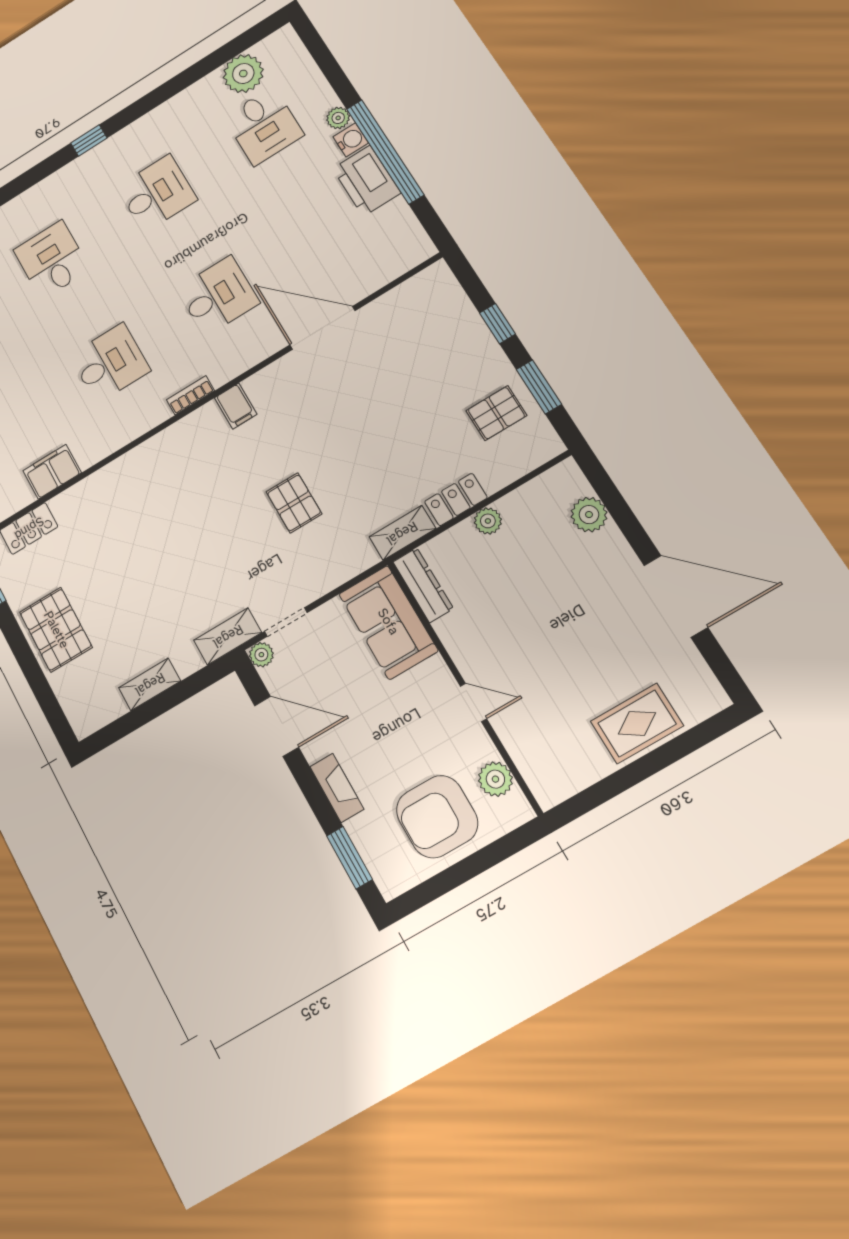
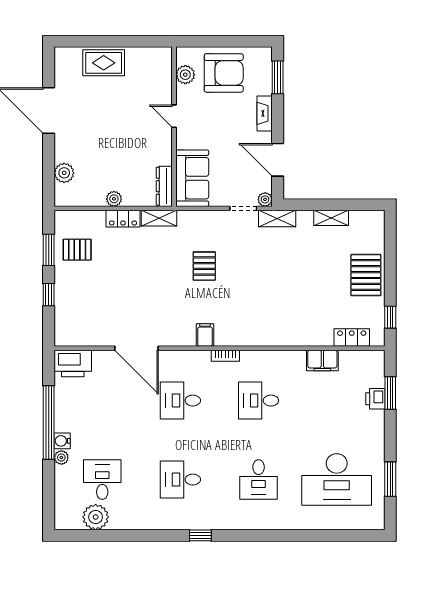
printer: (367, 181) -> (73, 363), moved, turned 90

